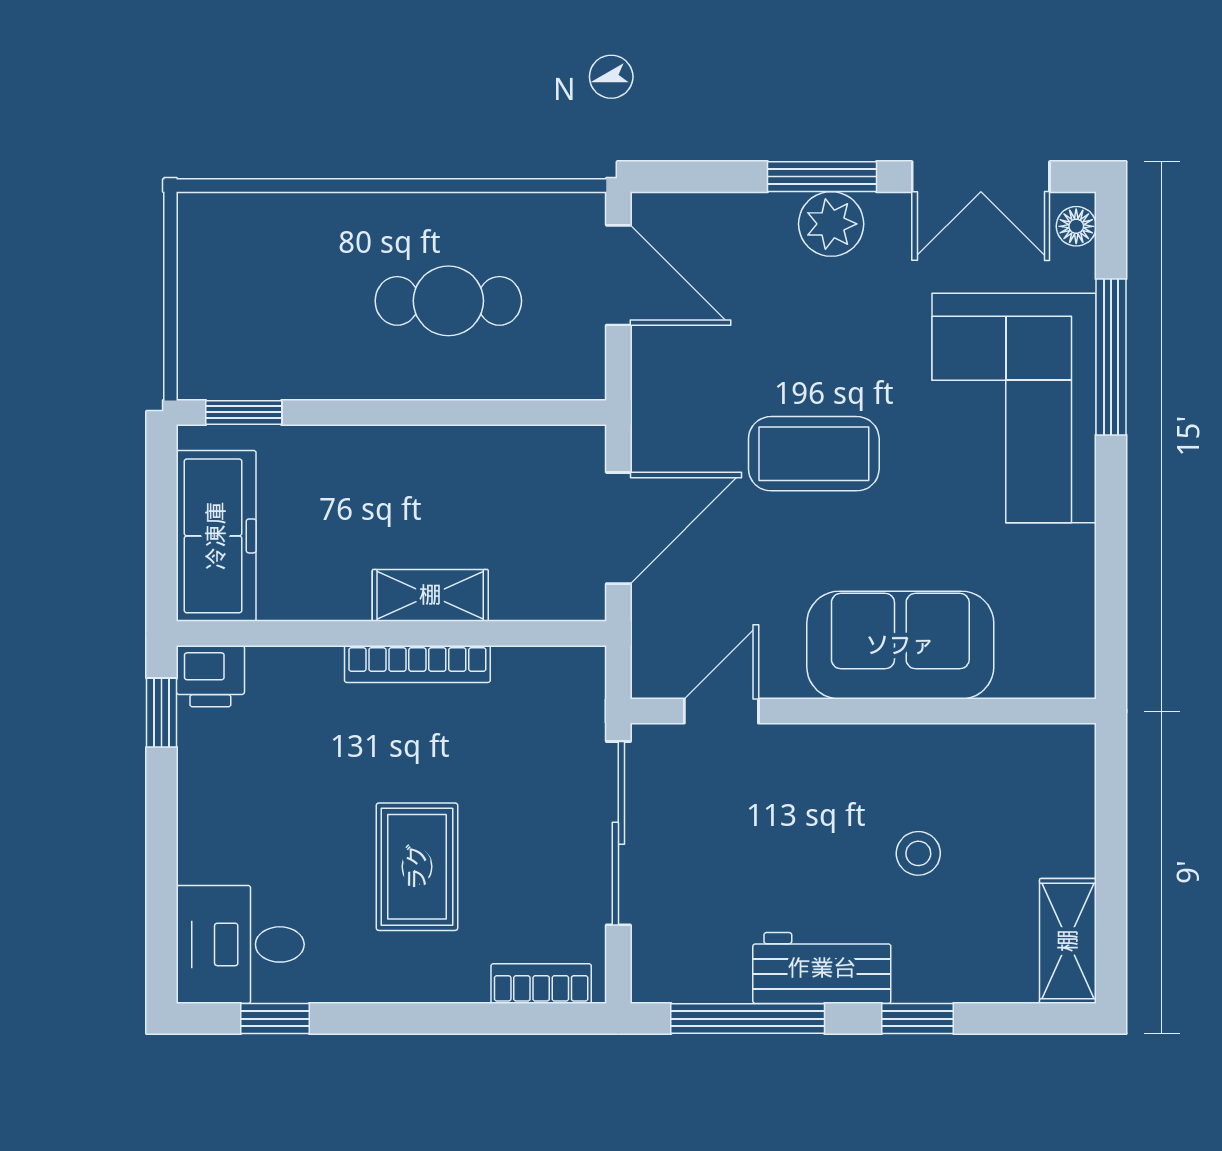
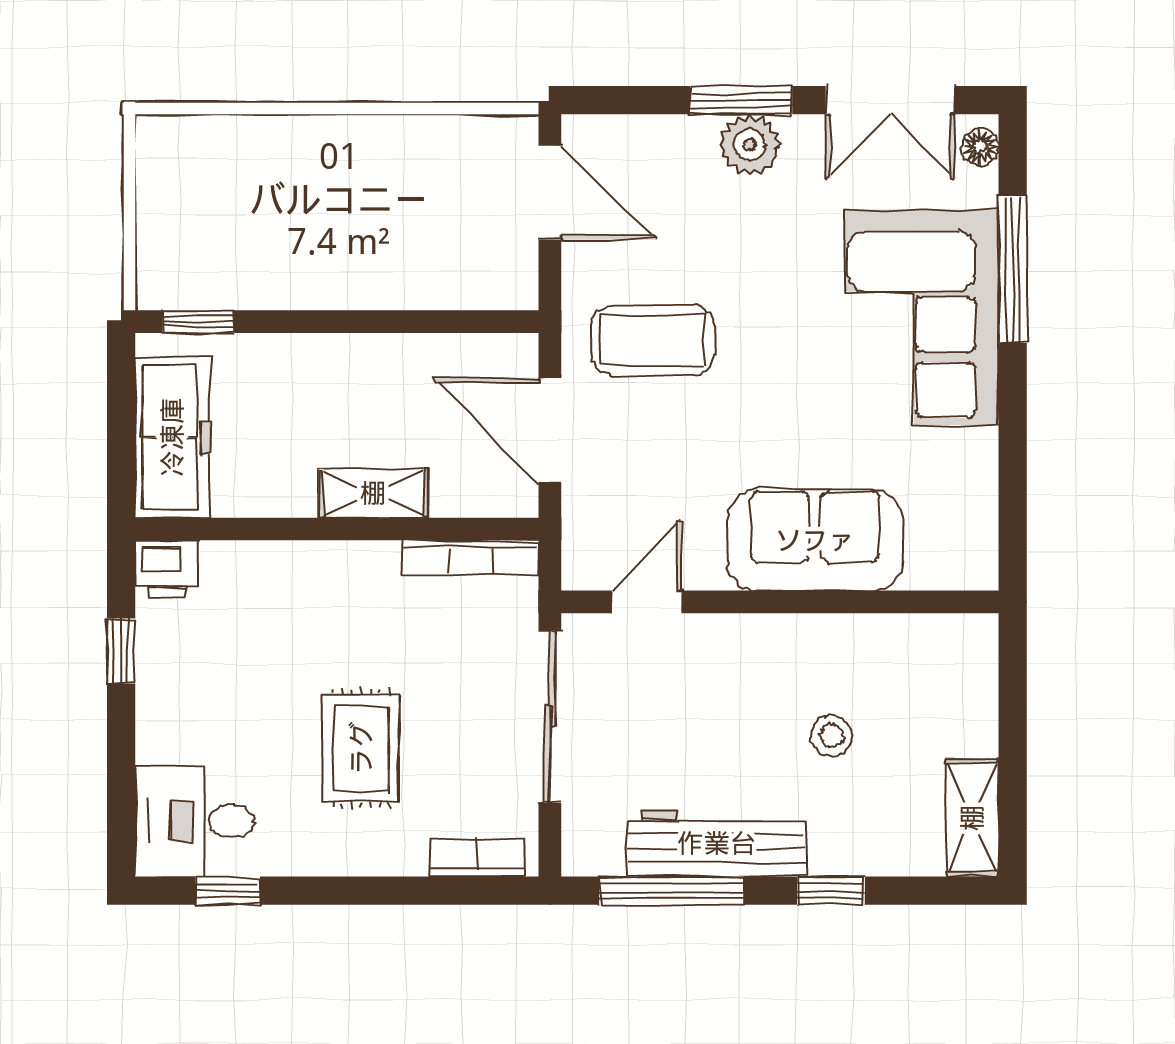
cafe table: (448, 301) -> (390, 217), removed
coffee table: (814, 454) -> (653, 340), moved
door: (618, 528) -> (550, 430), swing flipped
bookcase: (417, 664) -> (470, 558), moved
window: (162, 713) -> (121, 651), moved
workbench: (822, 968) -> (717, 843), width x1.38

